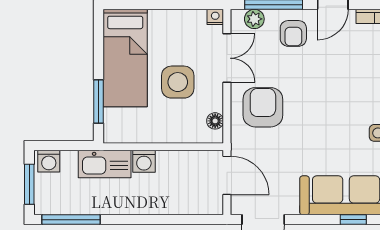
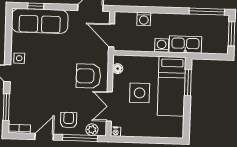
bed: (125, 58) -> (172, 86), moved, turned 180
armchair: (263, 107) -> (88, 76), turned 90
washing machine: (49, 161) -> (144, 19), moved, turned 180

